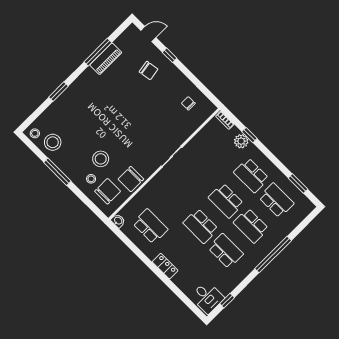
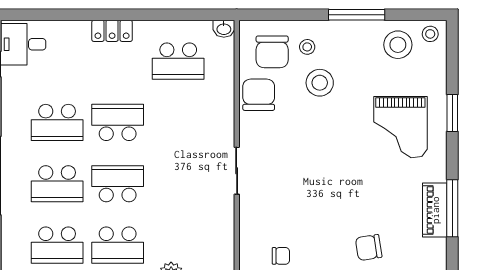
grand piano: (86, 107) -> (400, 127), added
school desk: (251, 175) -> (118, 245), turned 180
school desk: (251, 226) -> (57, 184), turned 180

